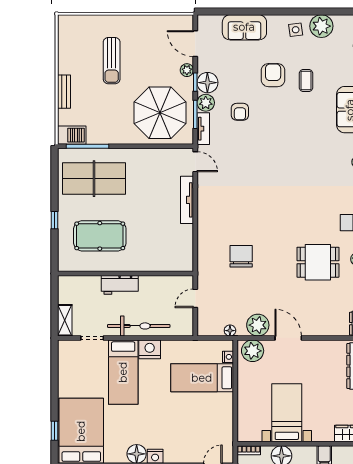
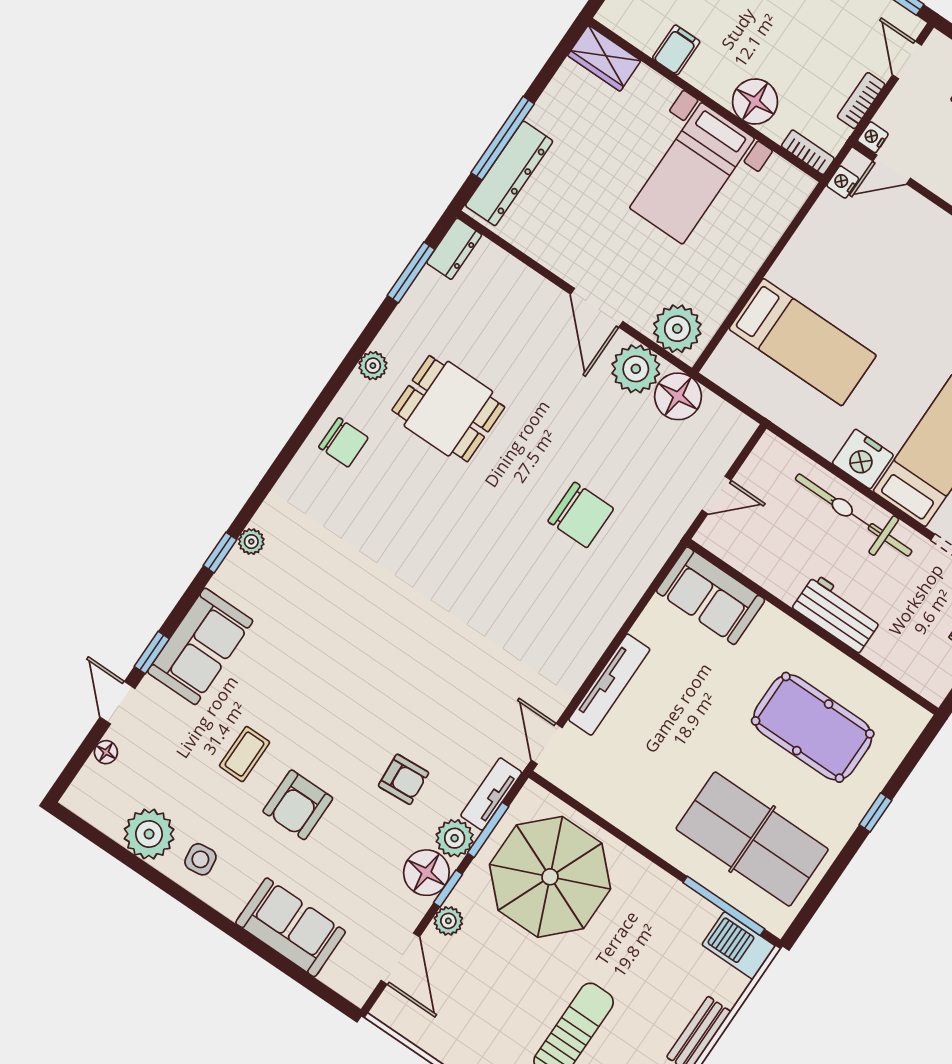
armchair: (240, 112) -> (404, 779), turned 86
chair: (241, 256) -> (581, 515), turned -90
sofa: (172, 259) -> (711, 596), added
floor lamp: (230, 331) -> (678, 396), width x1.89, depth x1.89
nightstand: (228, 357) -> (843, 182), moved

